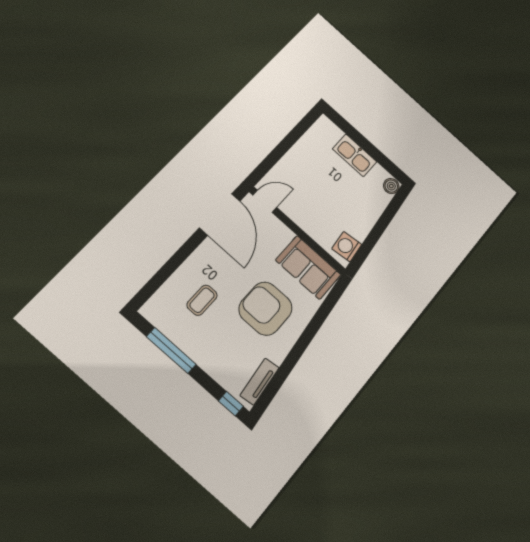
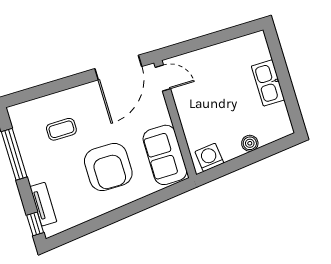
boiler: (391, 186) -> (250, 143), moved
armchair: (266, 309) -> (108, 167), turned 180
tv unit: (260, 382) -> (43, 204), moved, turned 96

